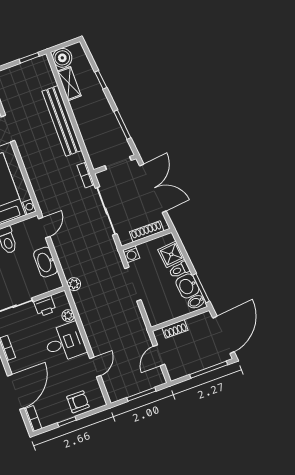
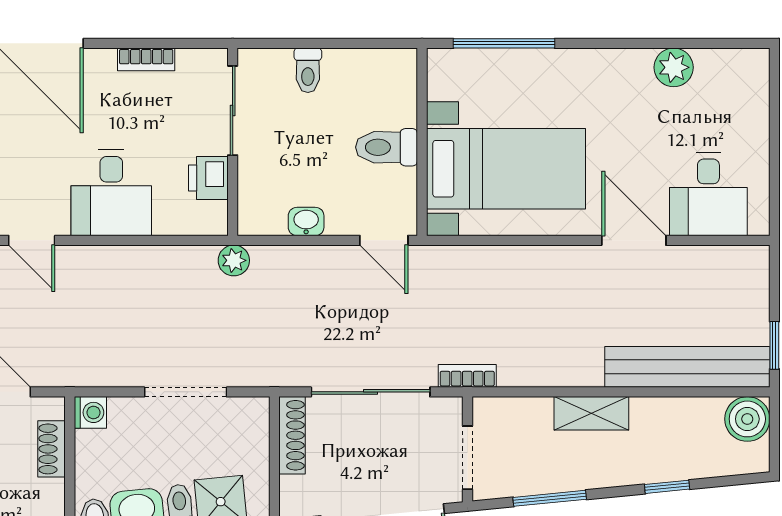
shelving: (69, 84) -> (591, 413), moved
bench: (62, 121) -> (687, 367), moved
shoe rack: (147, 231) -> (292, 435), moved
washing machine: (131, 254) -> (90, 412), moved, turned 180
washbasin: (45, 262) -> (306, 222), width x0.52, depth x0.69
plant: (68, 316) -> (168, 222), removed

